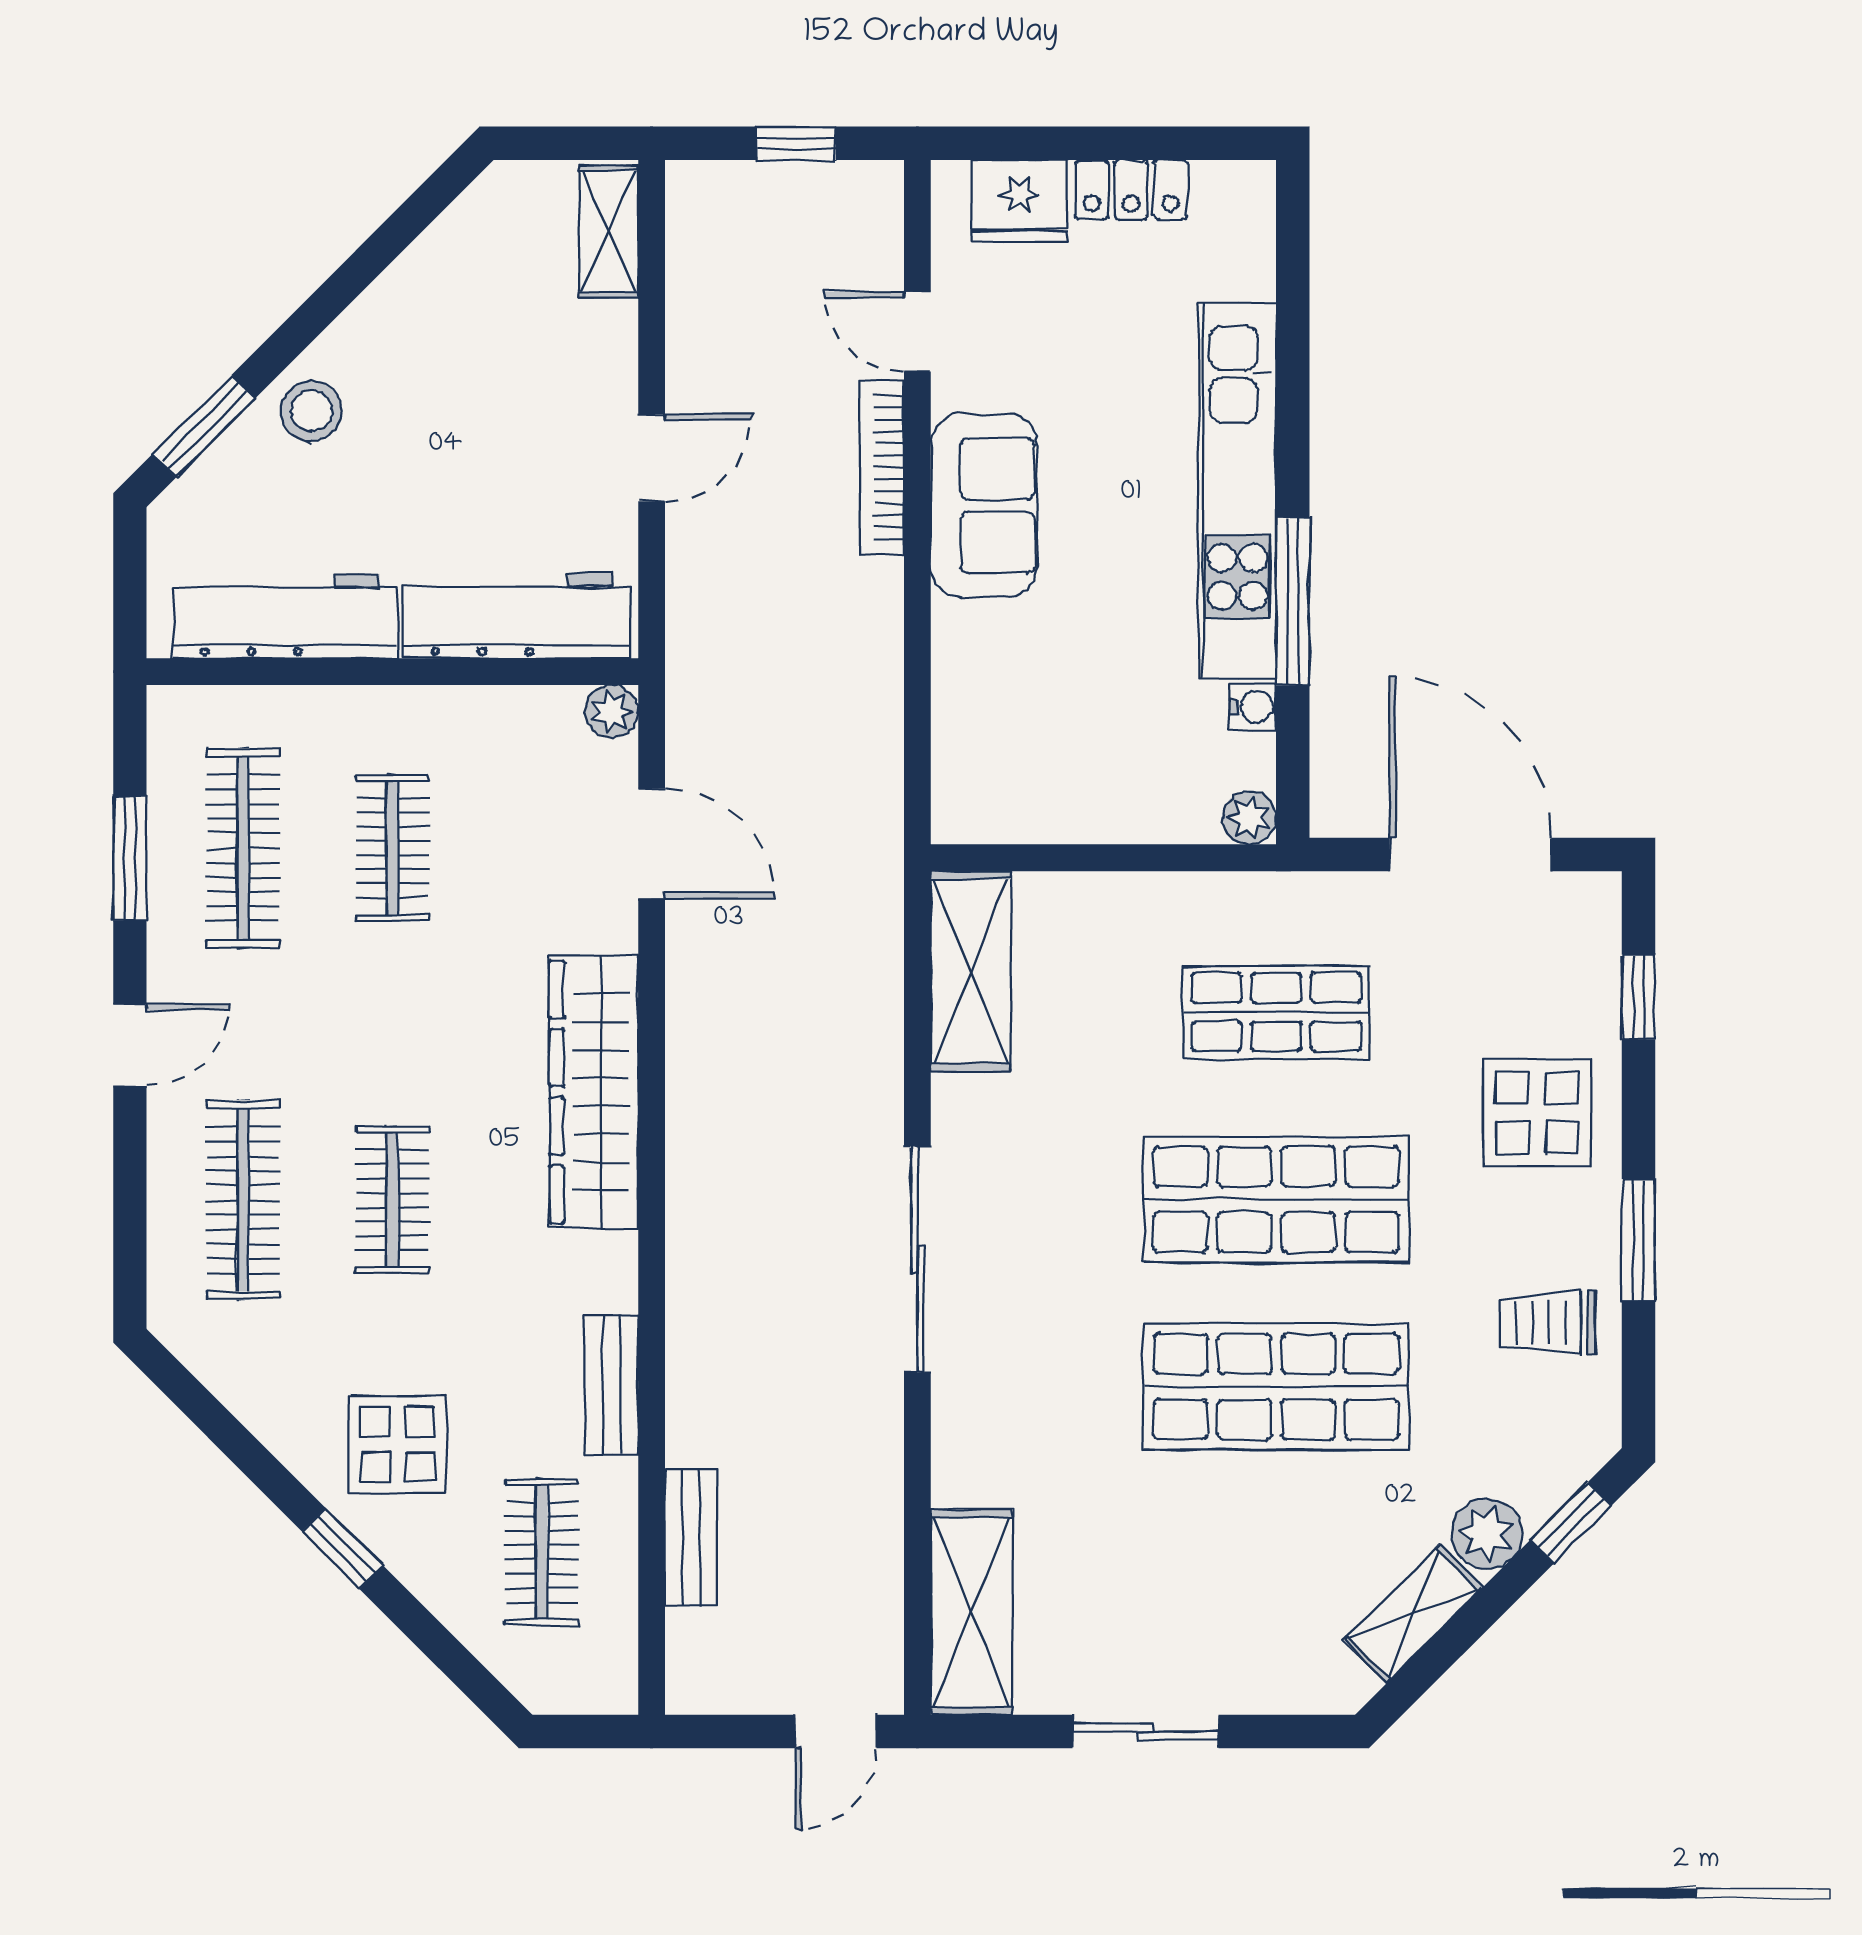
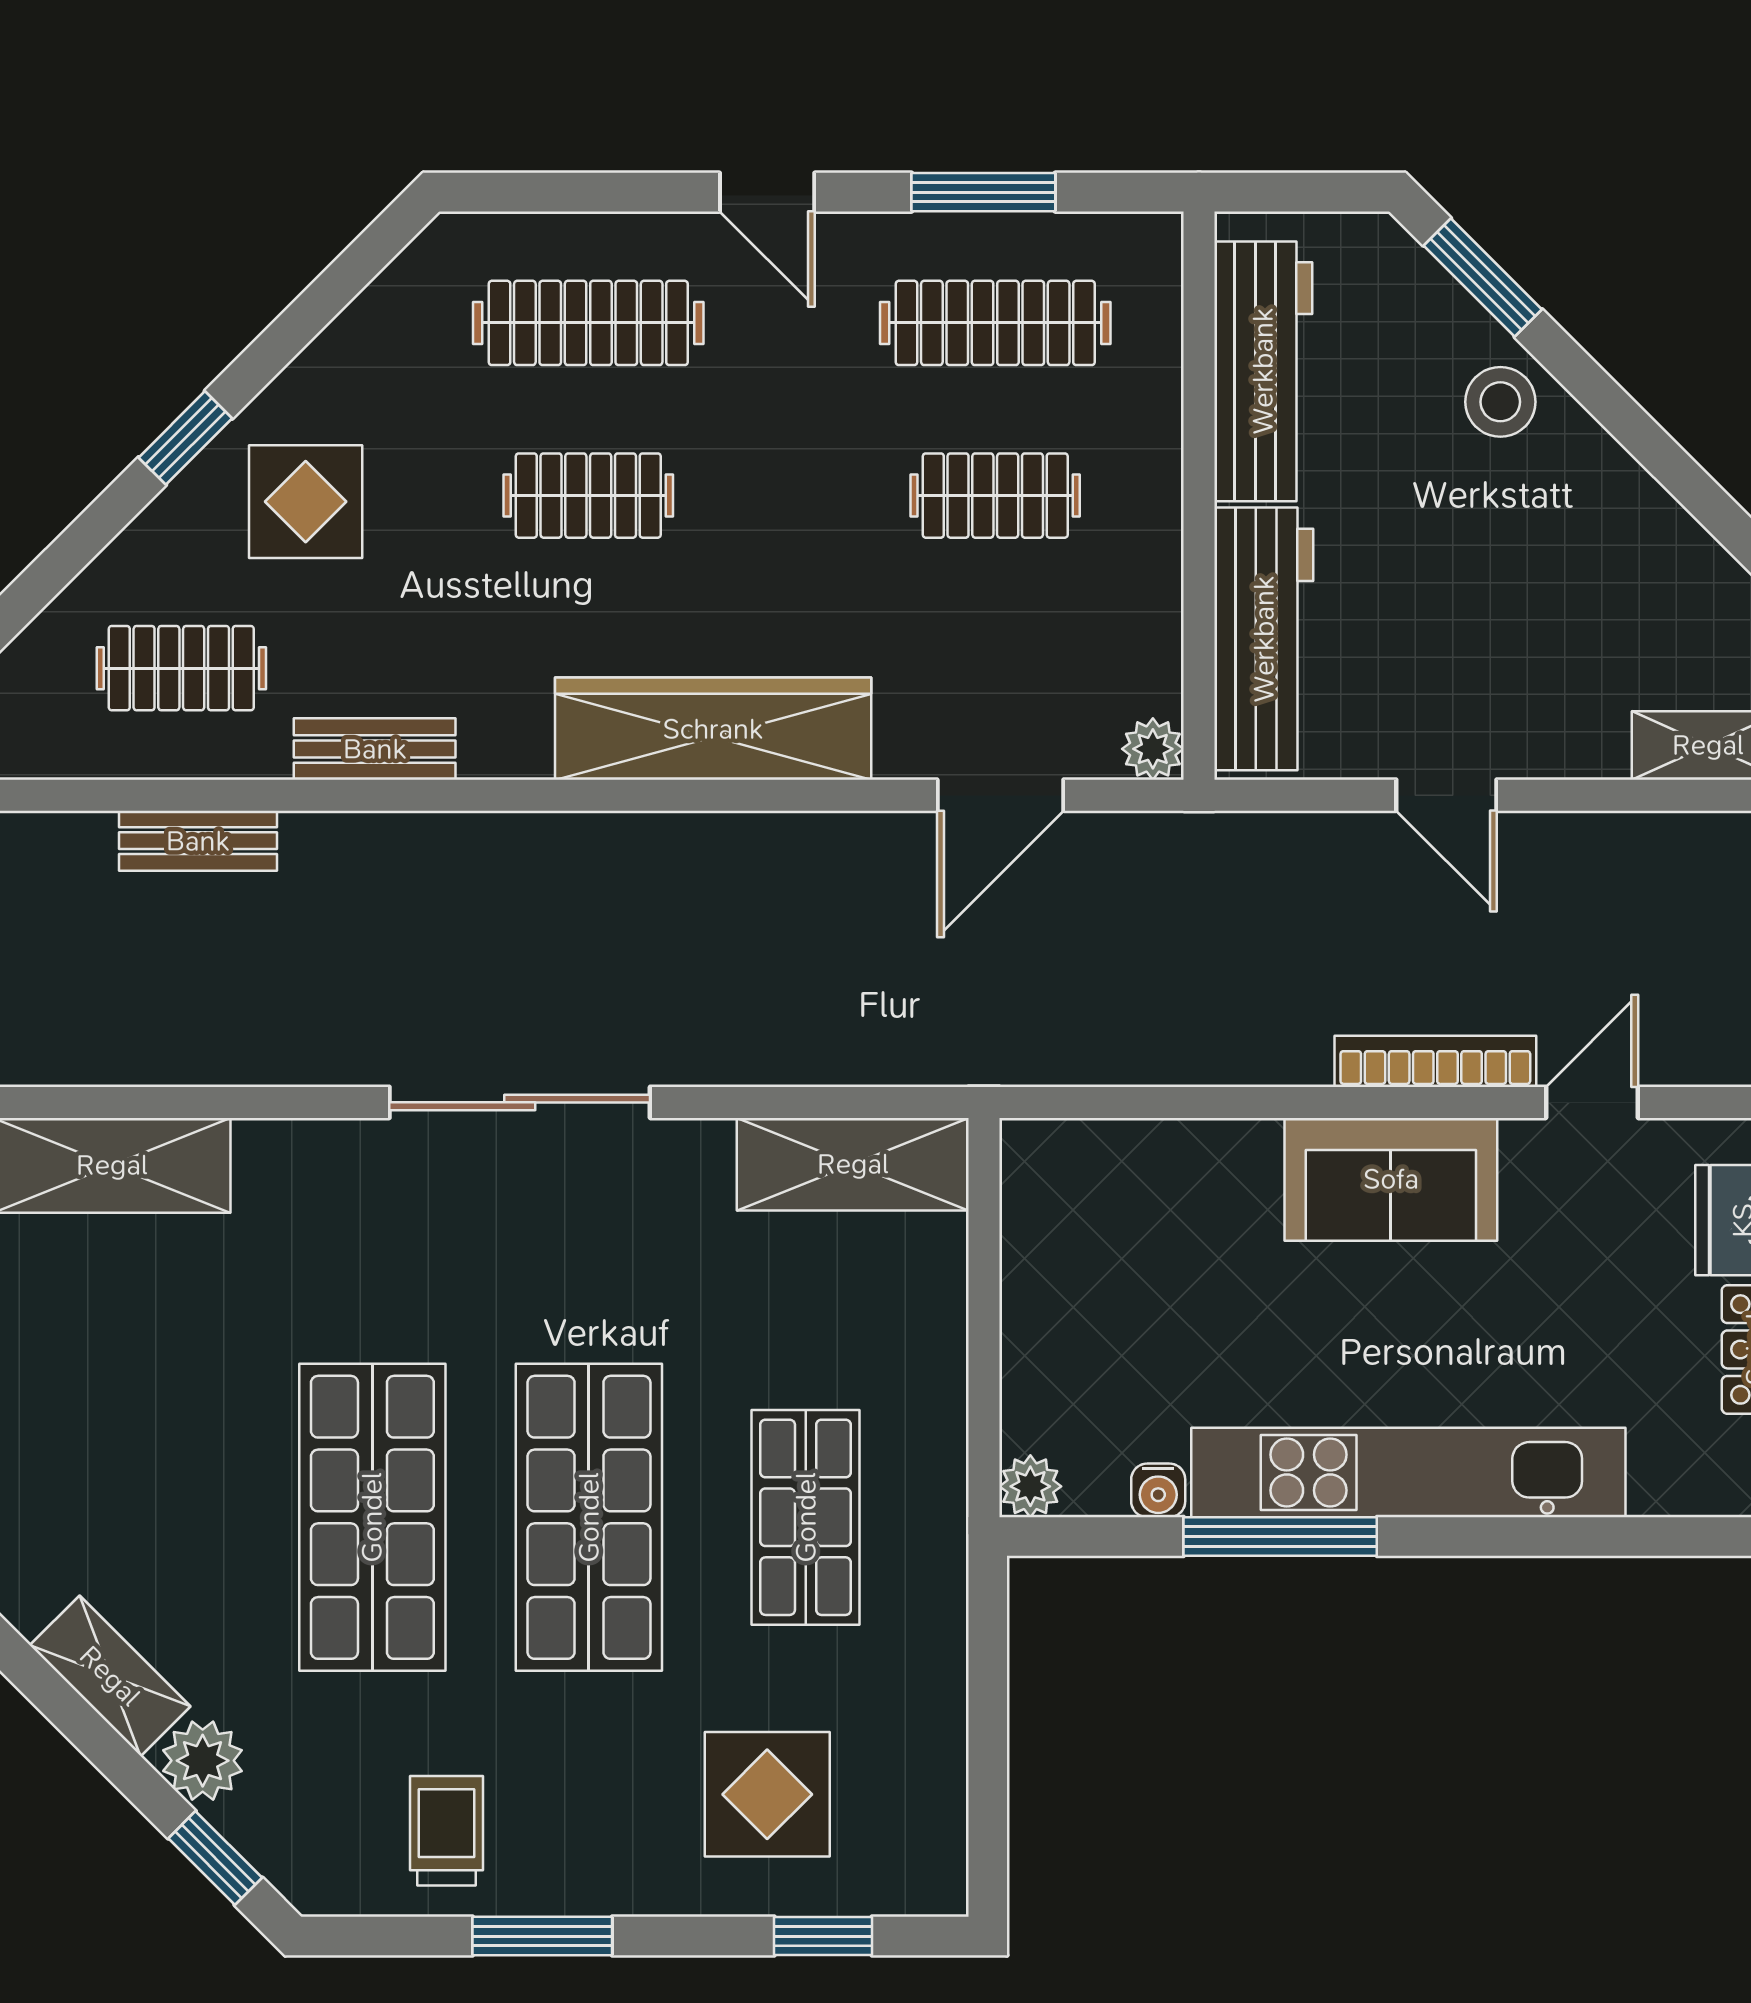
door: (1470, 854) -> (988, 1742), removed
display table: (1537, 1112) -> (767, 1794), moved

